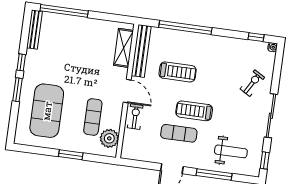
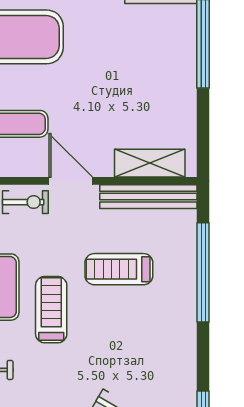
treadmill: (178, 72) -> (119, 269), turned 90
door: (127, 91) -> (71, 181), swing flipped

